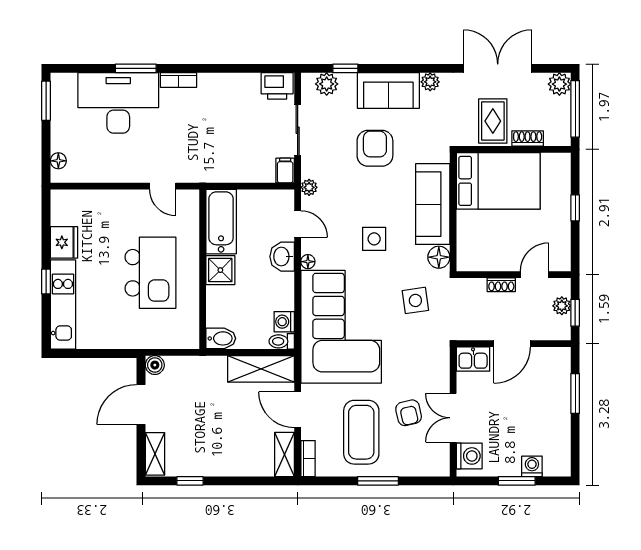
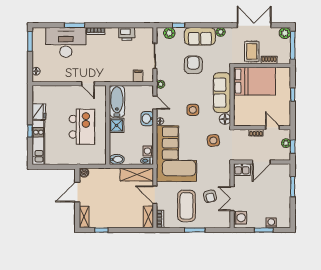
printer: (277, 86) -> (127, 34), moved
filing cabinet: (285, 171) -> (138, 76), moved
door: (534, 275) -> (272, 128), hinge flipped

